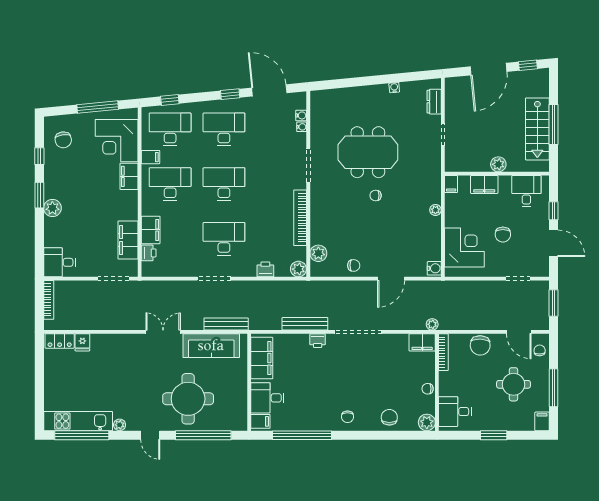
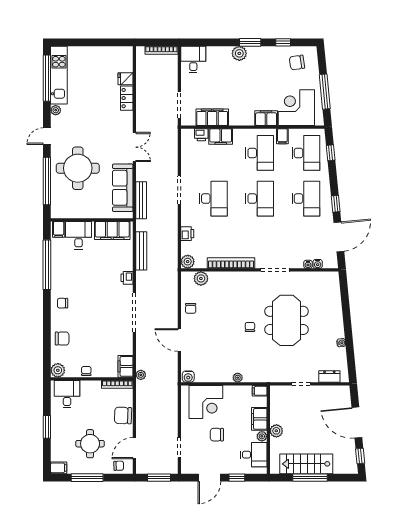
plant: (505, 181) -> (262, 436), added
bench: (305, 324) -> (141, 251), moved
locker: (60, 341) -> (127, 98), moved

